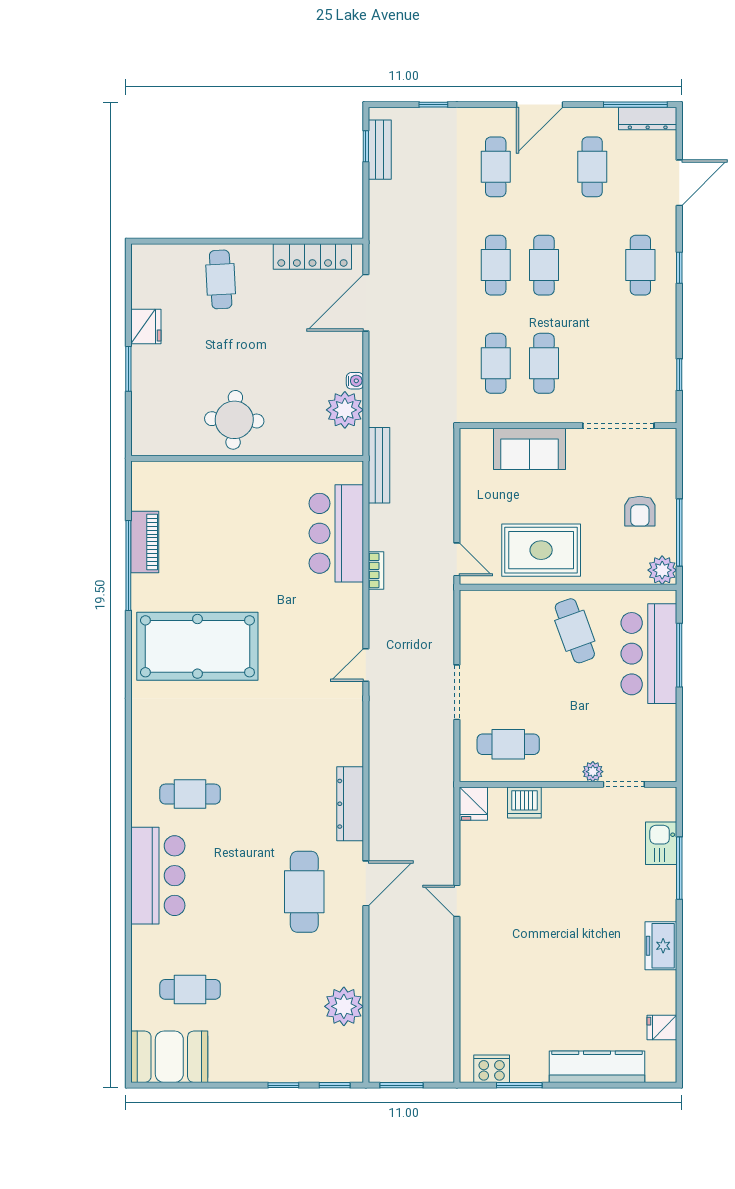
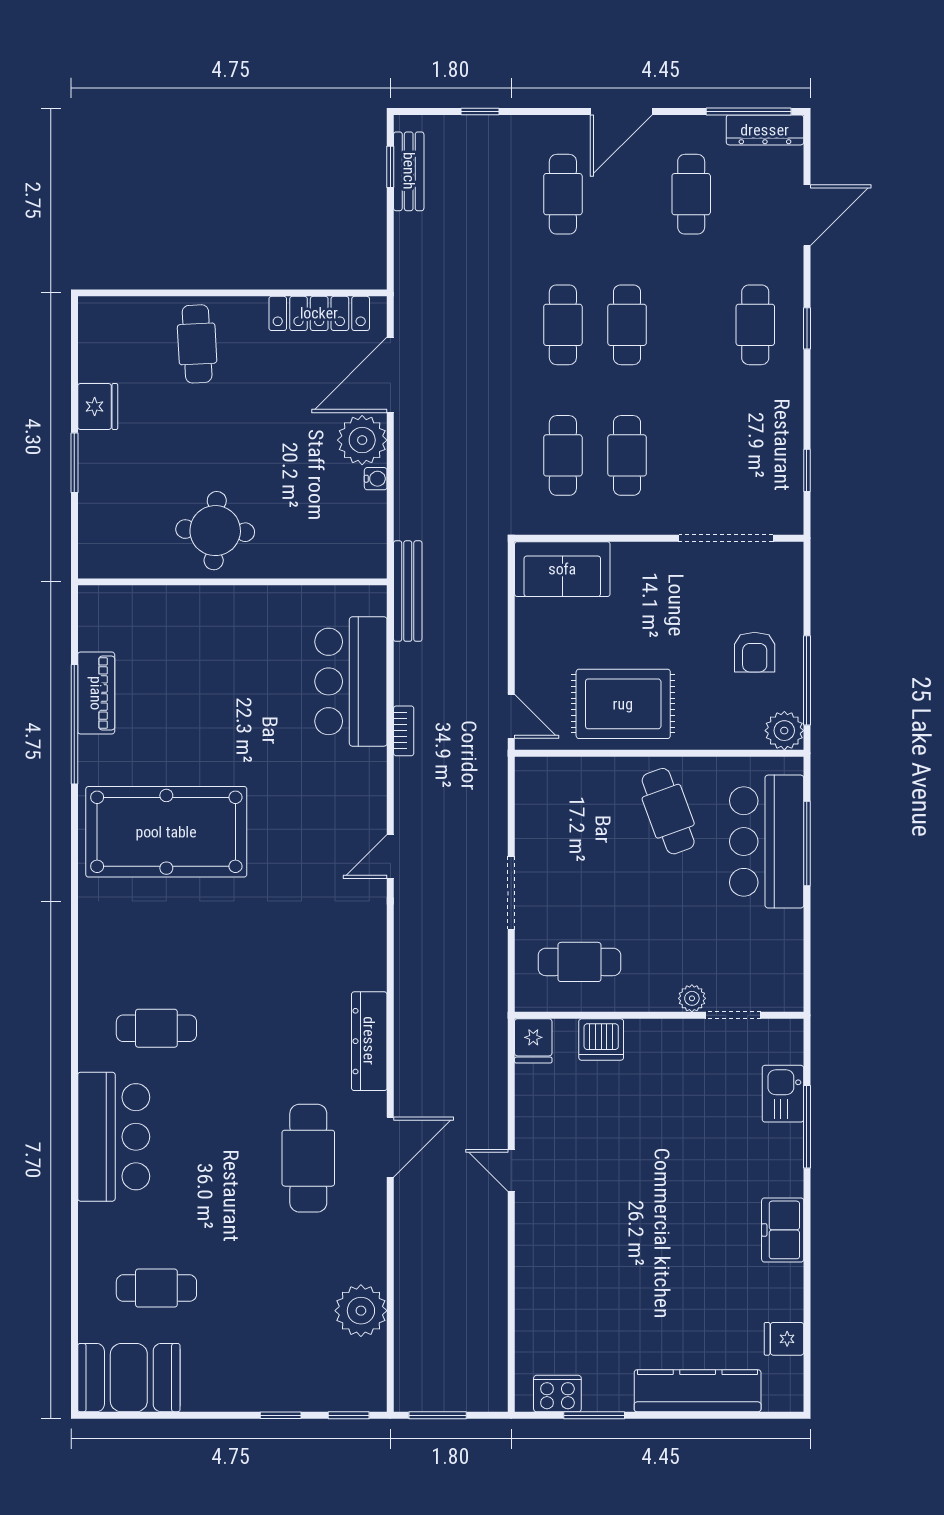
plant: (345, 410) -> (362, 440), moved
sofa: (530, 449) -> (562, 569), moved

